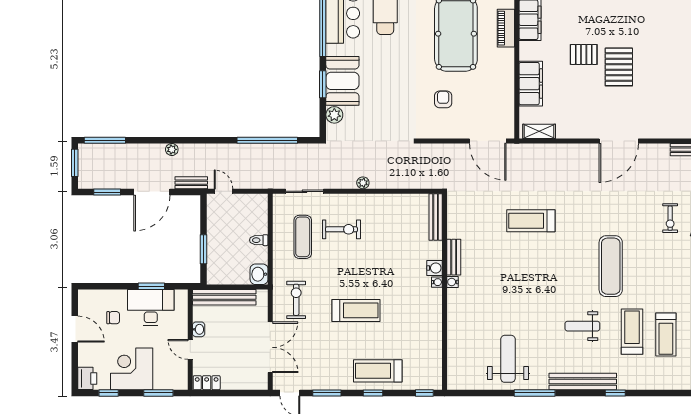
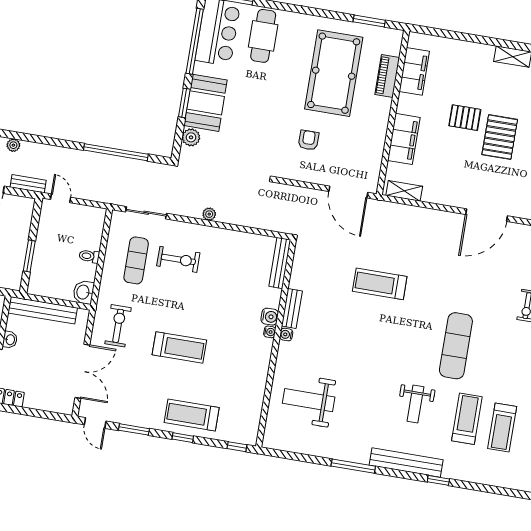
weight bench: (582, 326) -> (415, 404), turned -90
weight bench: (508, 359) -> (309, 400), moved, turned -90

